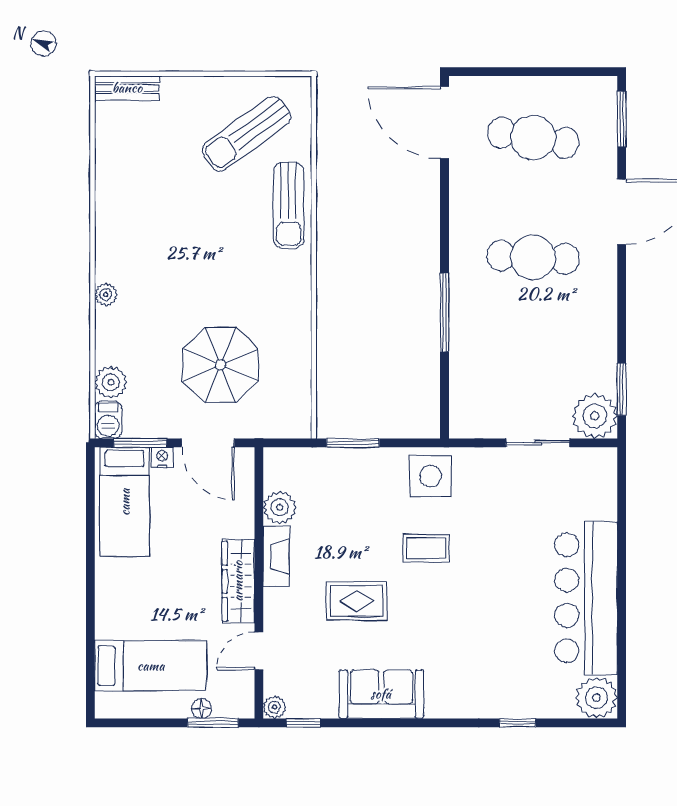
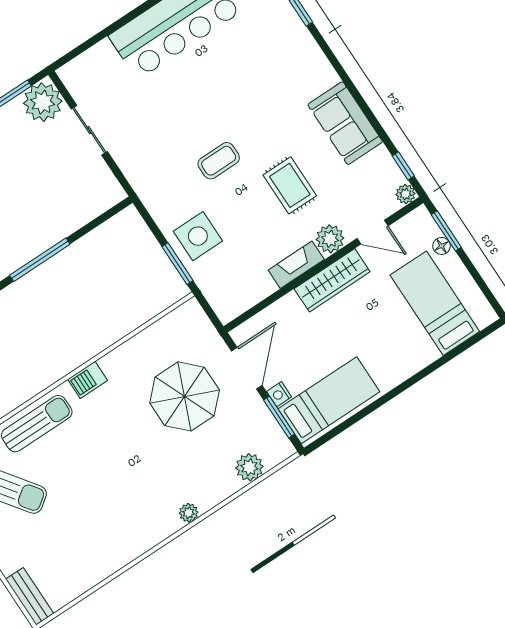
barbecue: (108, 420) -> (88, 380), moved, turned 180
side table: (431, 476) -> (198, 236), moved
plant: (280, 507) -> (330, 239), moved
coffee table: (426, 548) -> (219, 161), turned 90

